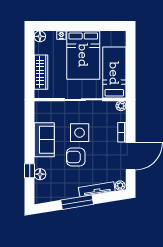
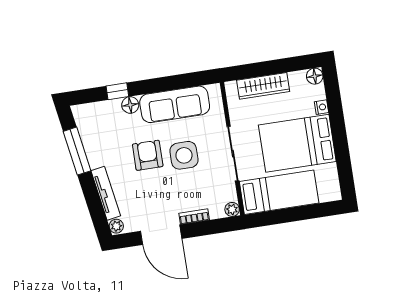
sofa: (44, 140) -> (175, 104), width x1.36
floor lamp: (40, 174) -> (130, 105), moved
window: (77, 202) -> (77, 151), moved

